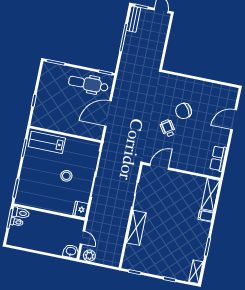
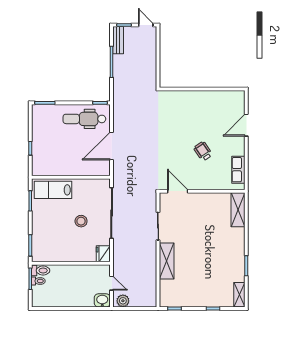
chair: (184, 111) -> (191, 127), removed
wheelchair: (168, 128) -> (203, 151), moved
door: (159, 167) -> (178, 191), hinge flipped
filing cabinet: (206, 216) -> (238, 233), removed

